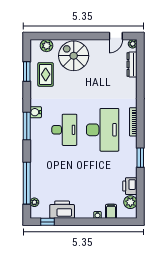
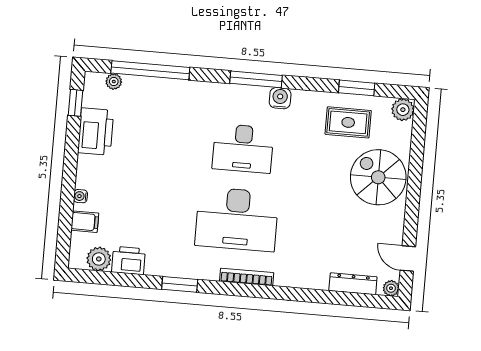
plant: (47, 46) -> (403, 110), moved
spiral stairs: (74, 56) -> (378, 177), turned -90

